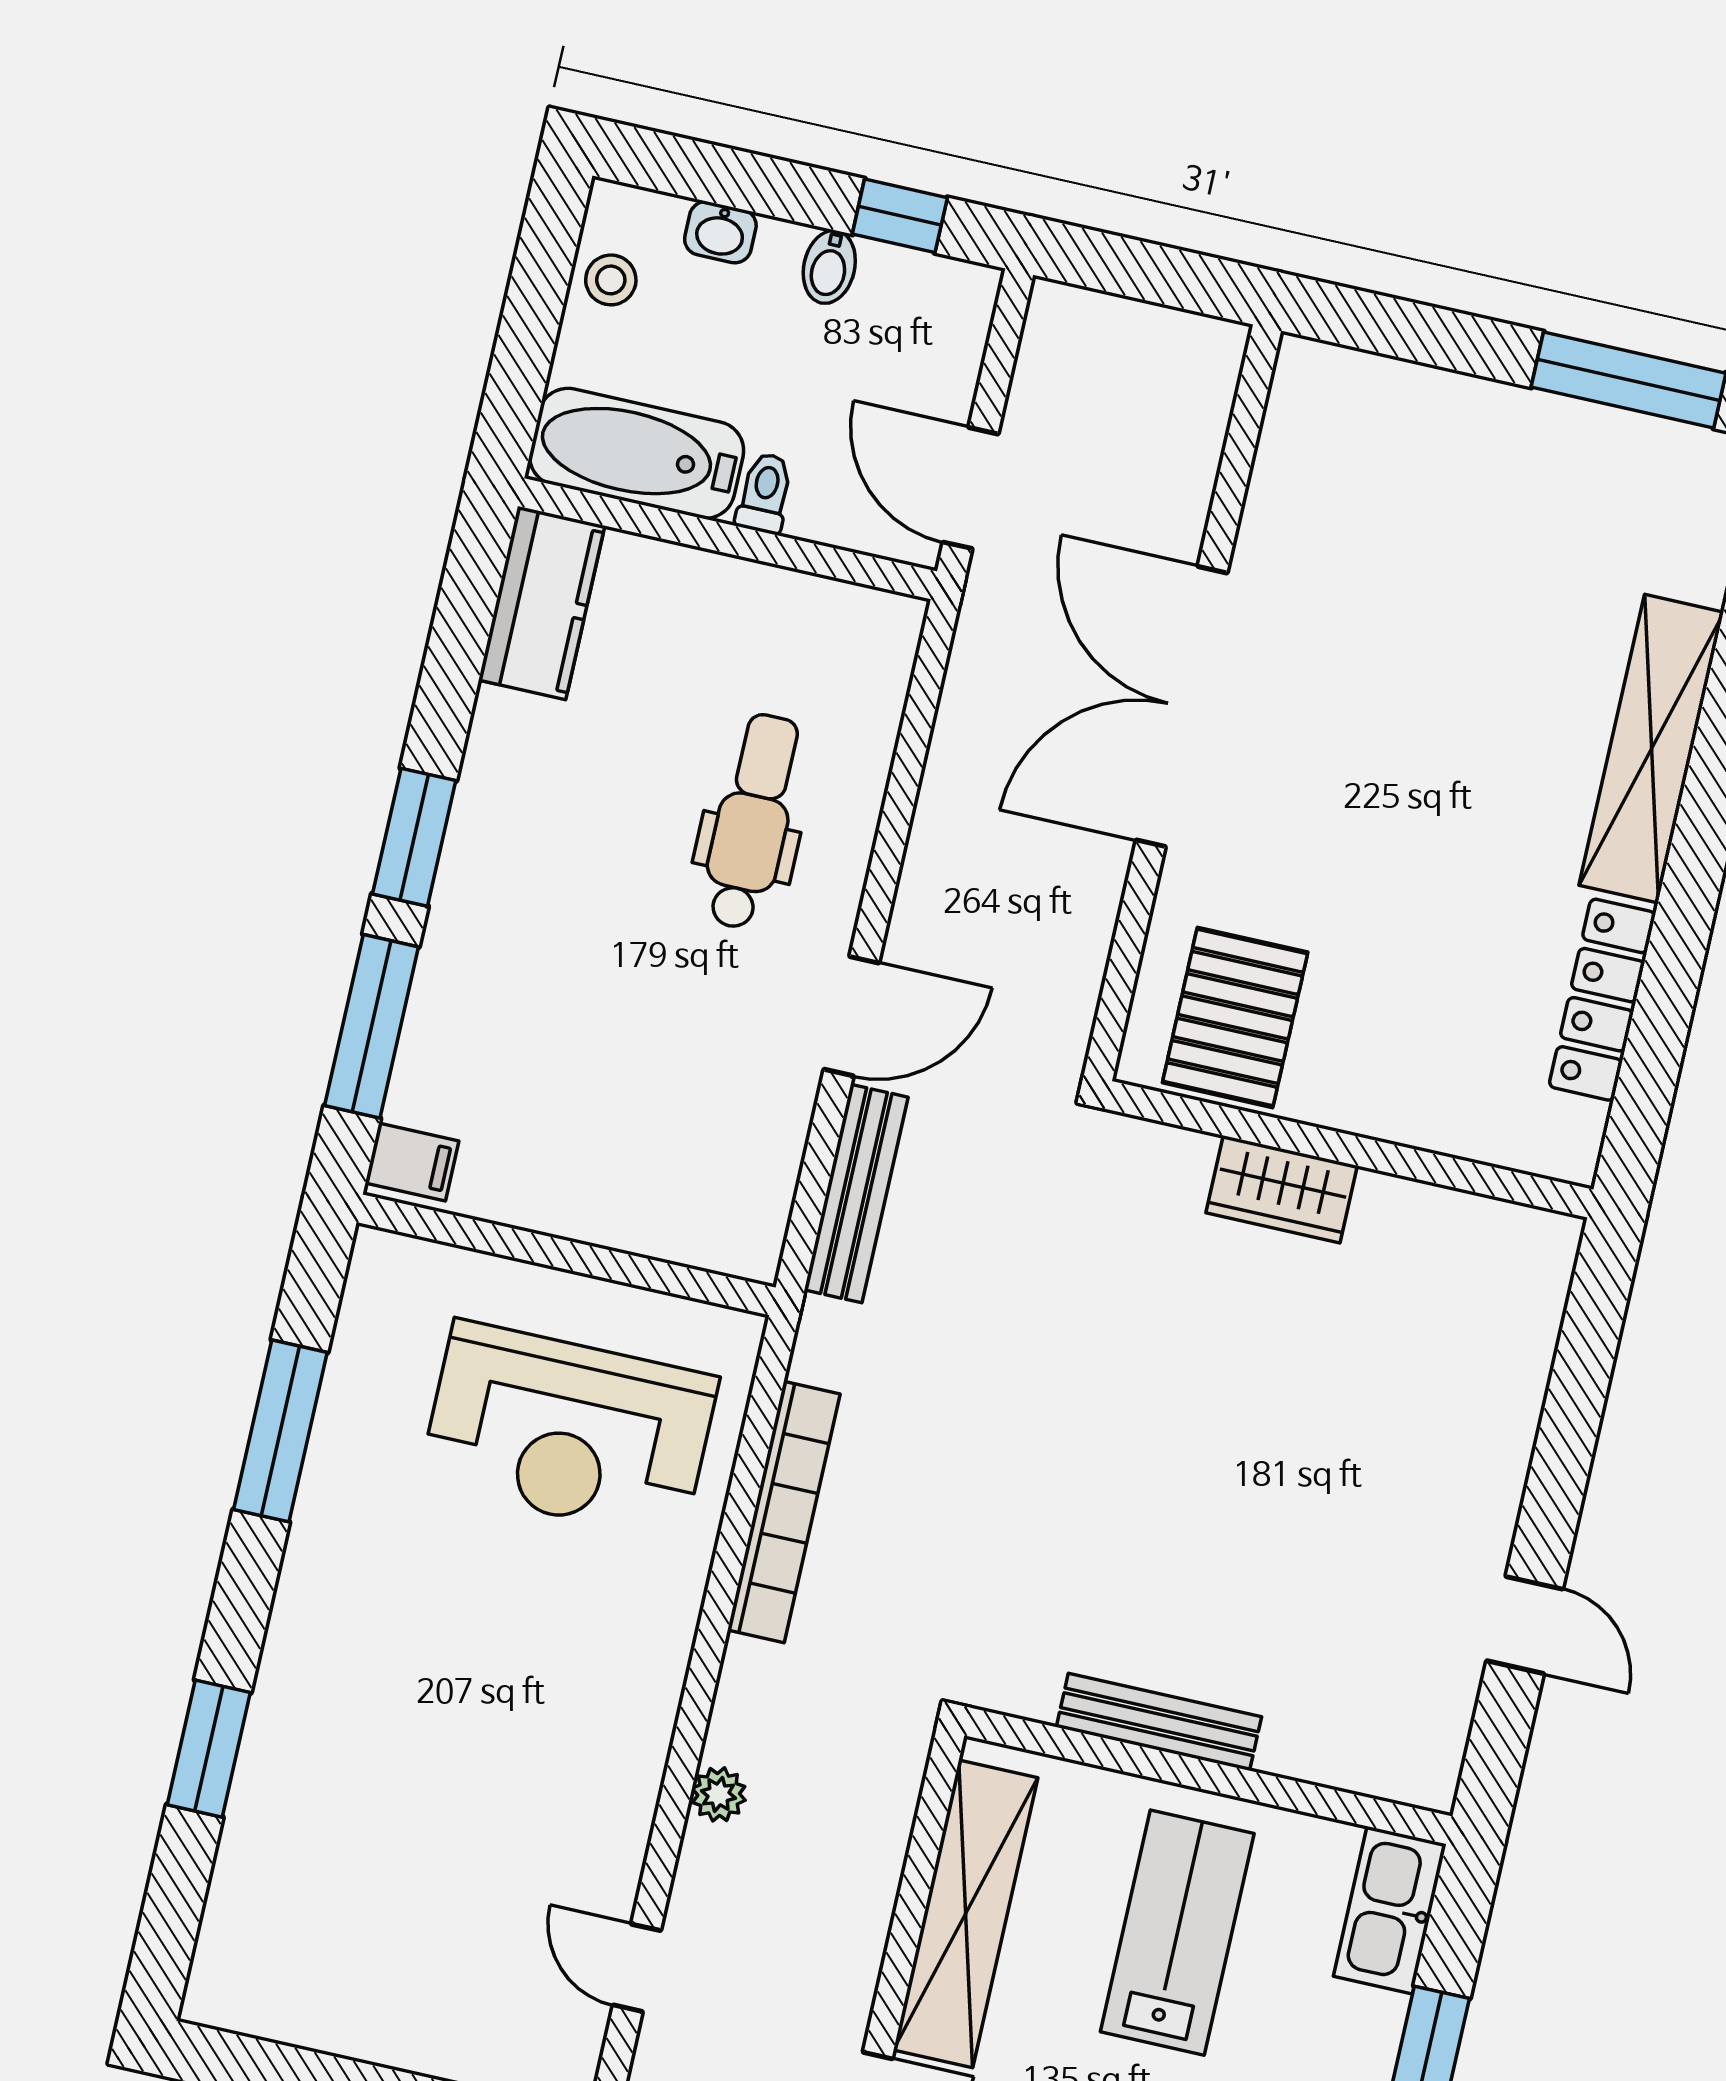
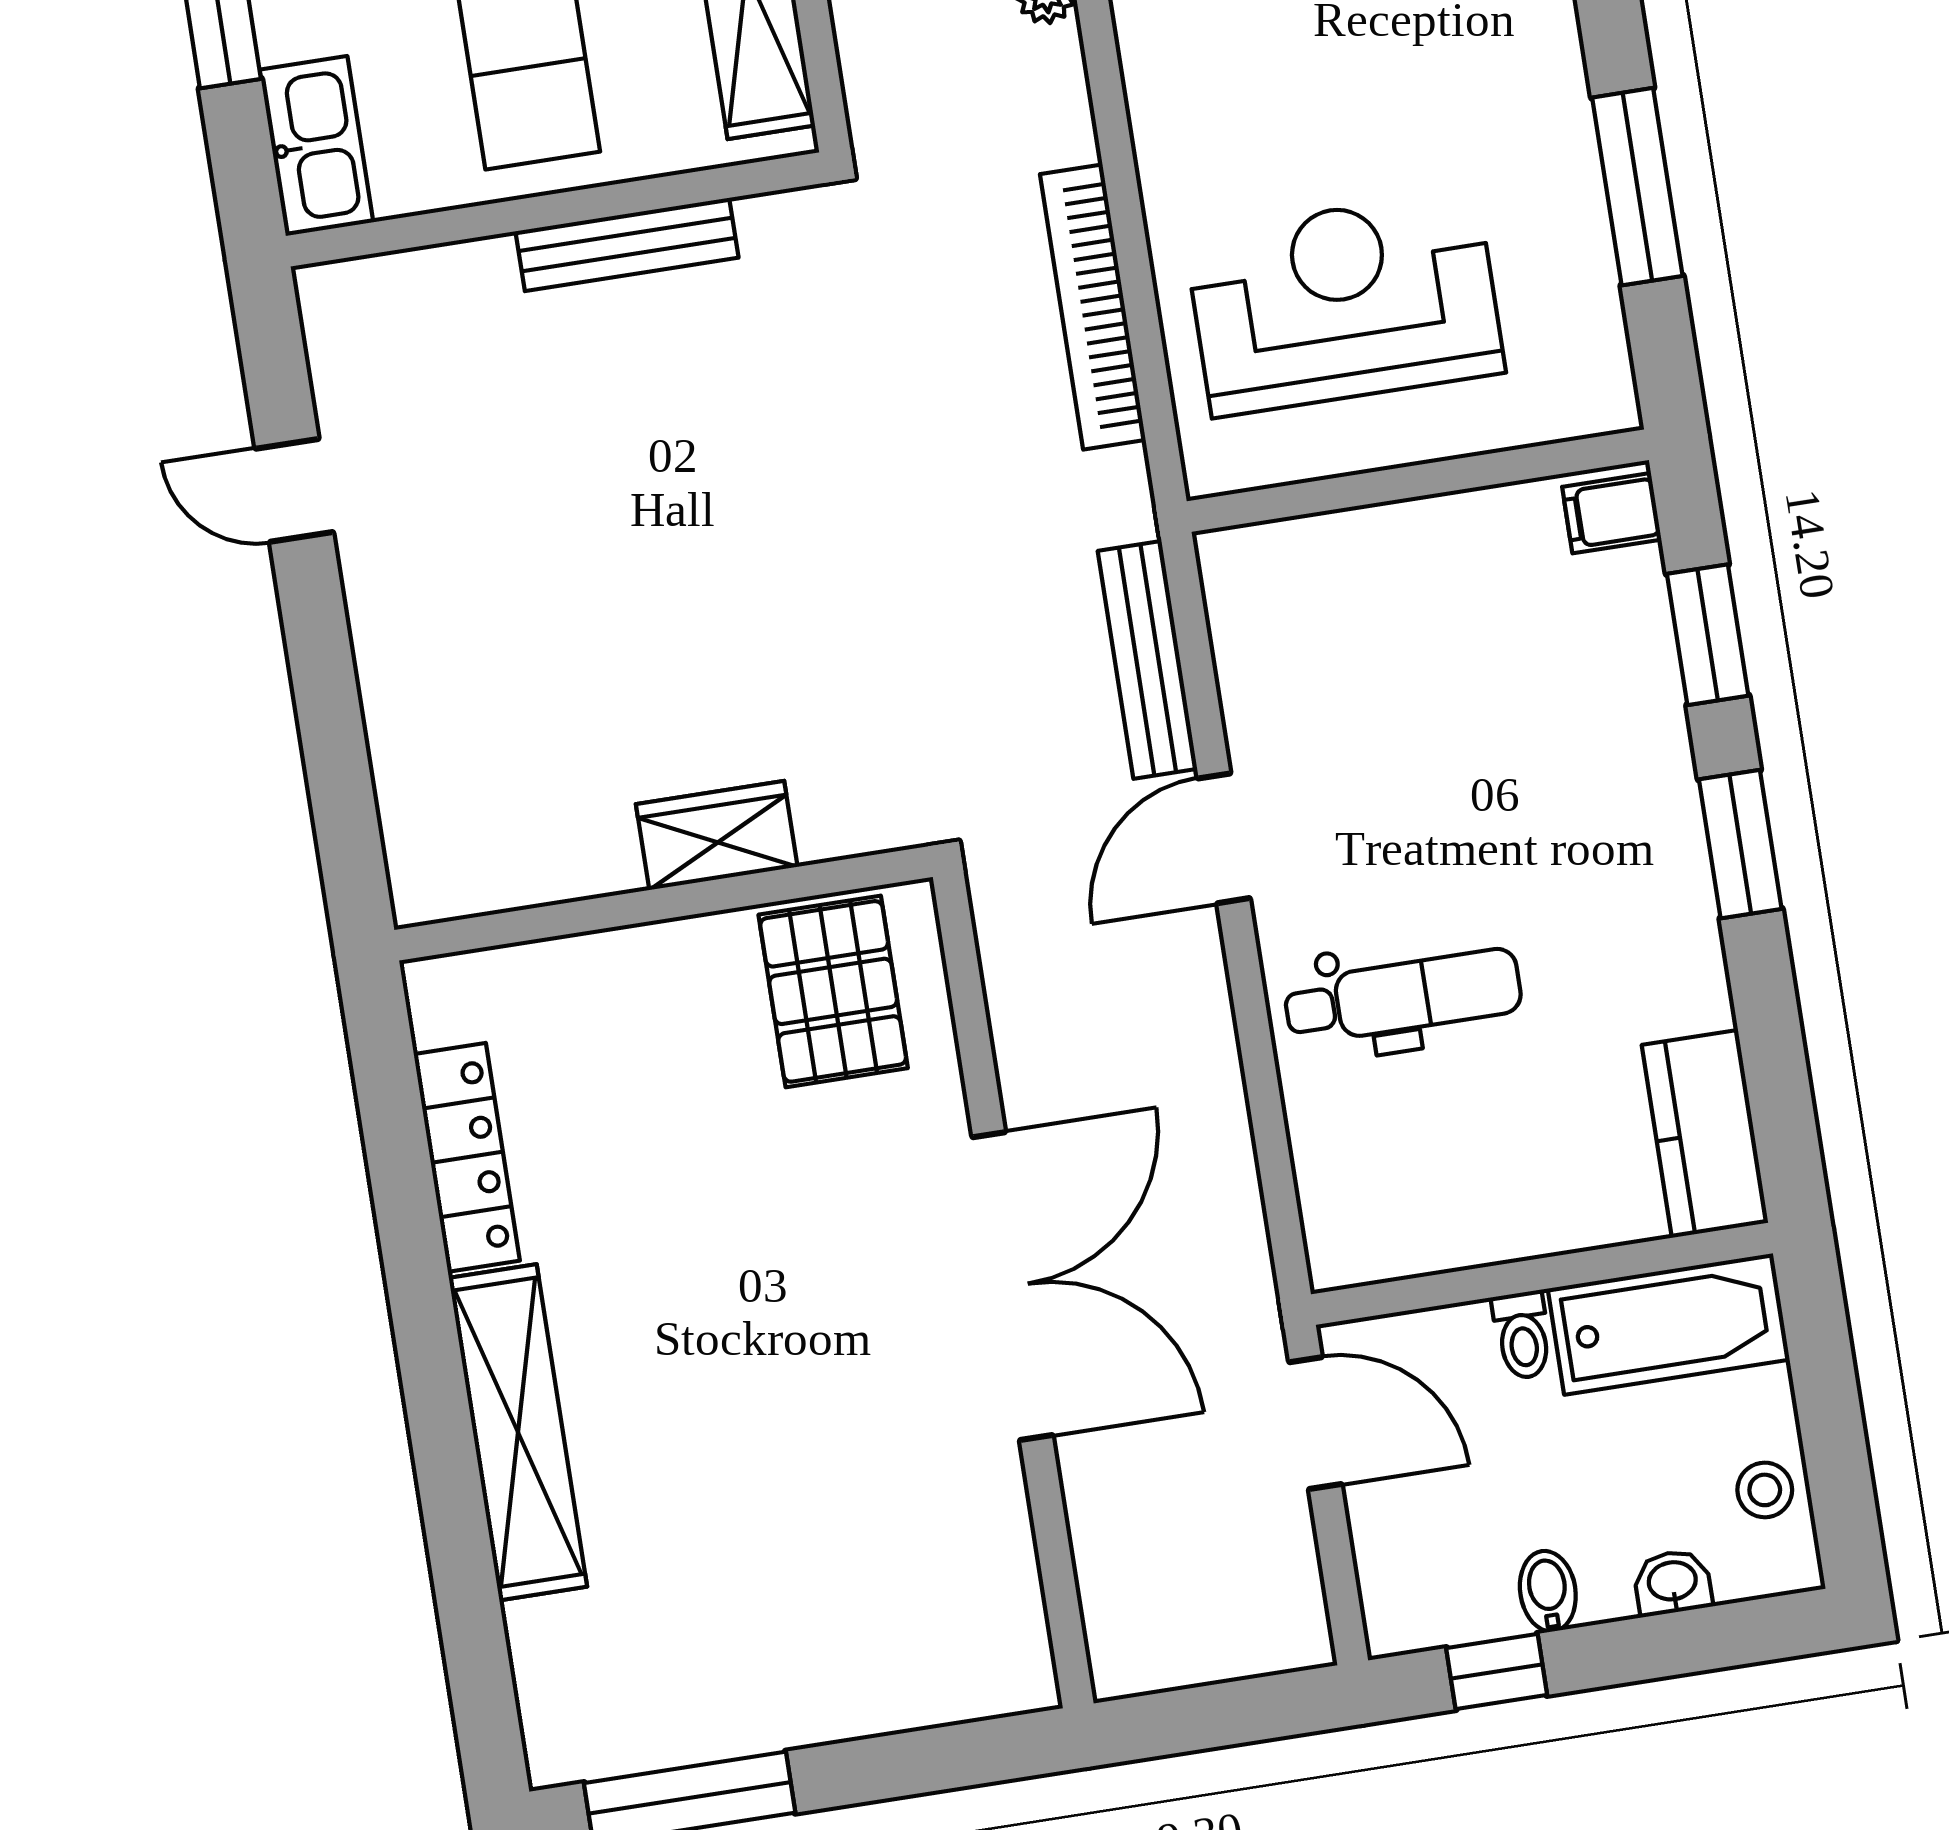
dental chair: (752, 821) -> (1403, 996), turned -90
window: (372, 1026) -> (1708, 635), width x0.69

